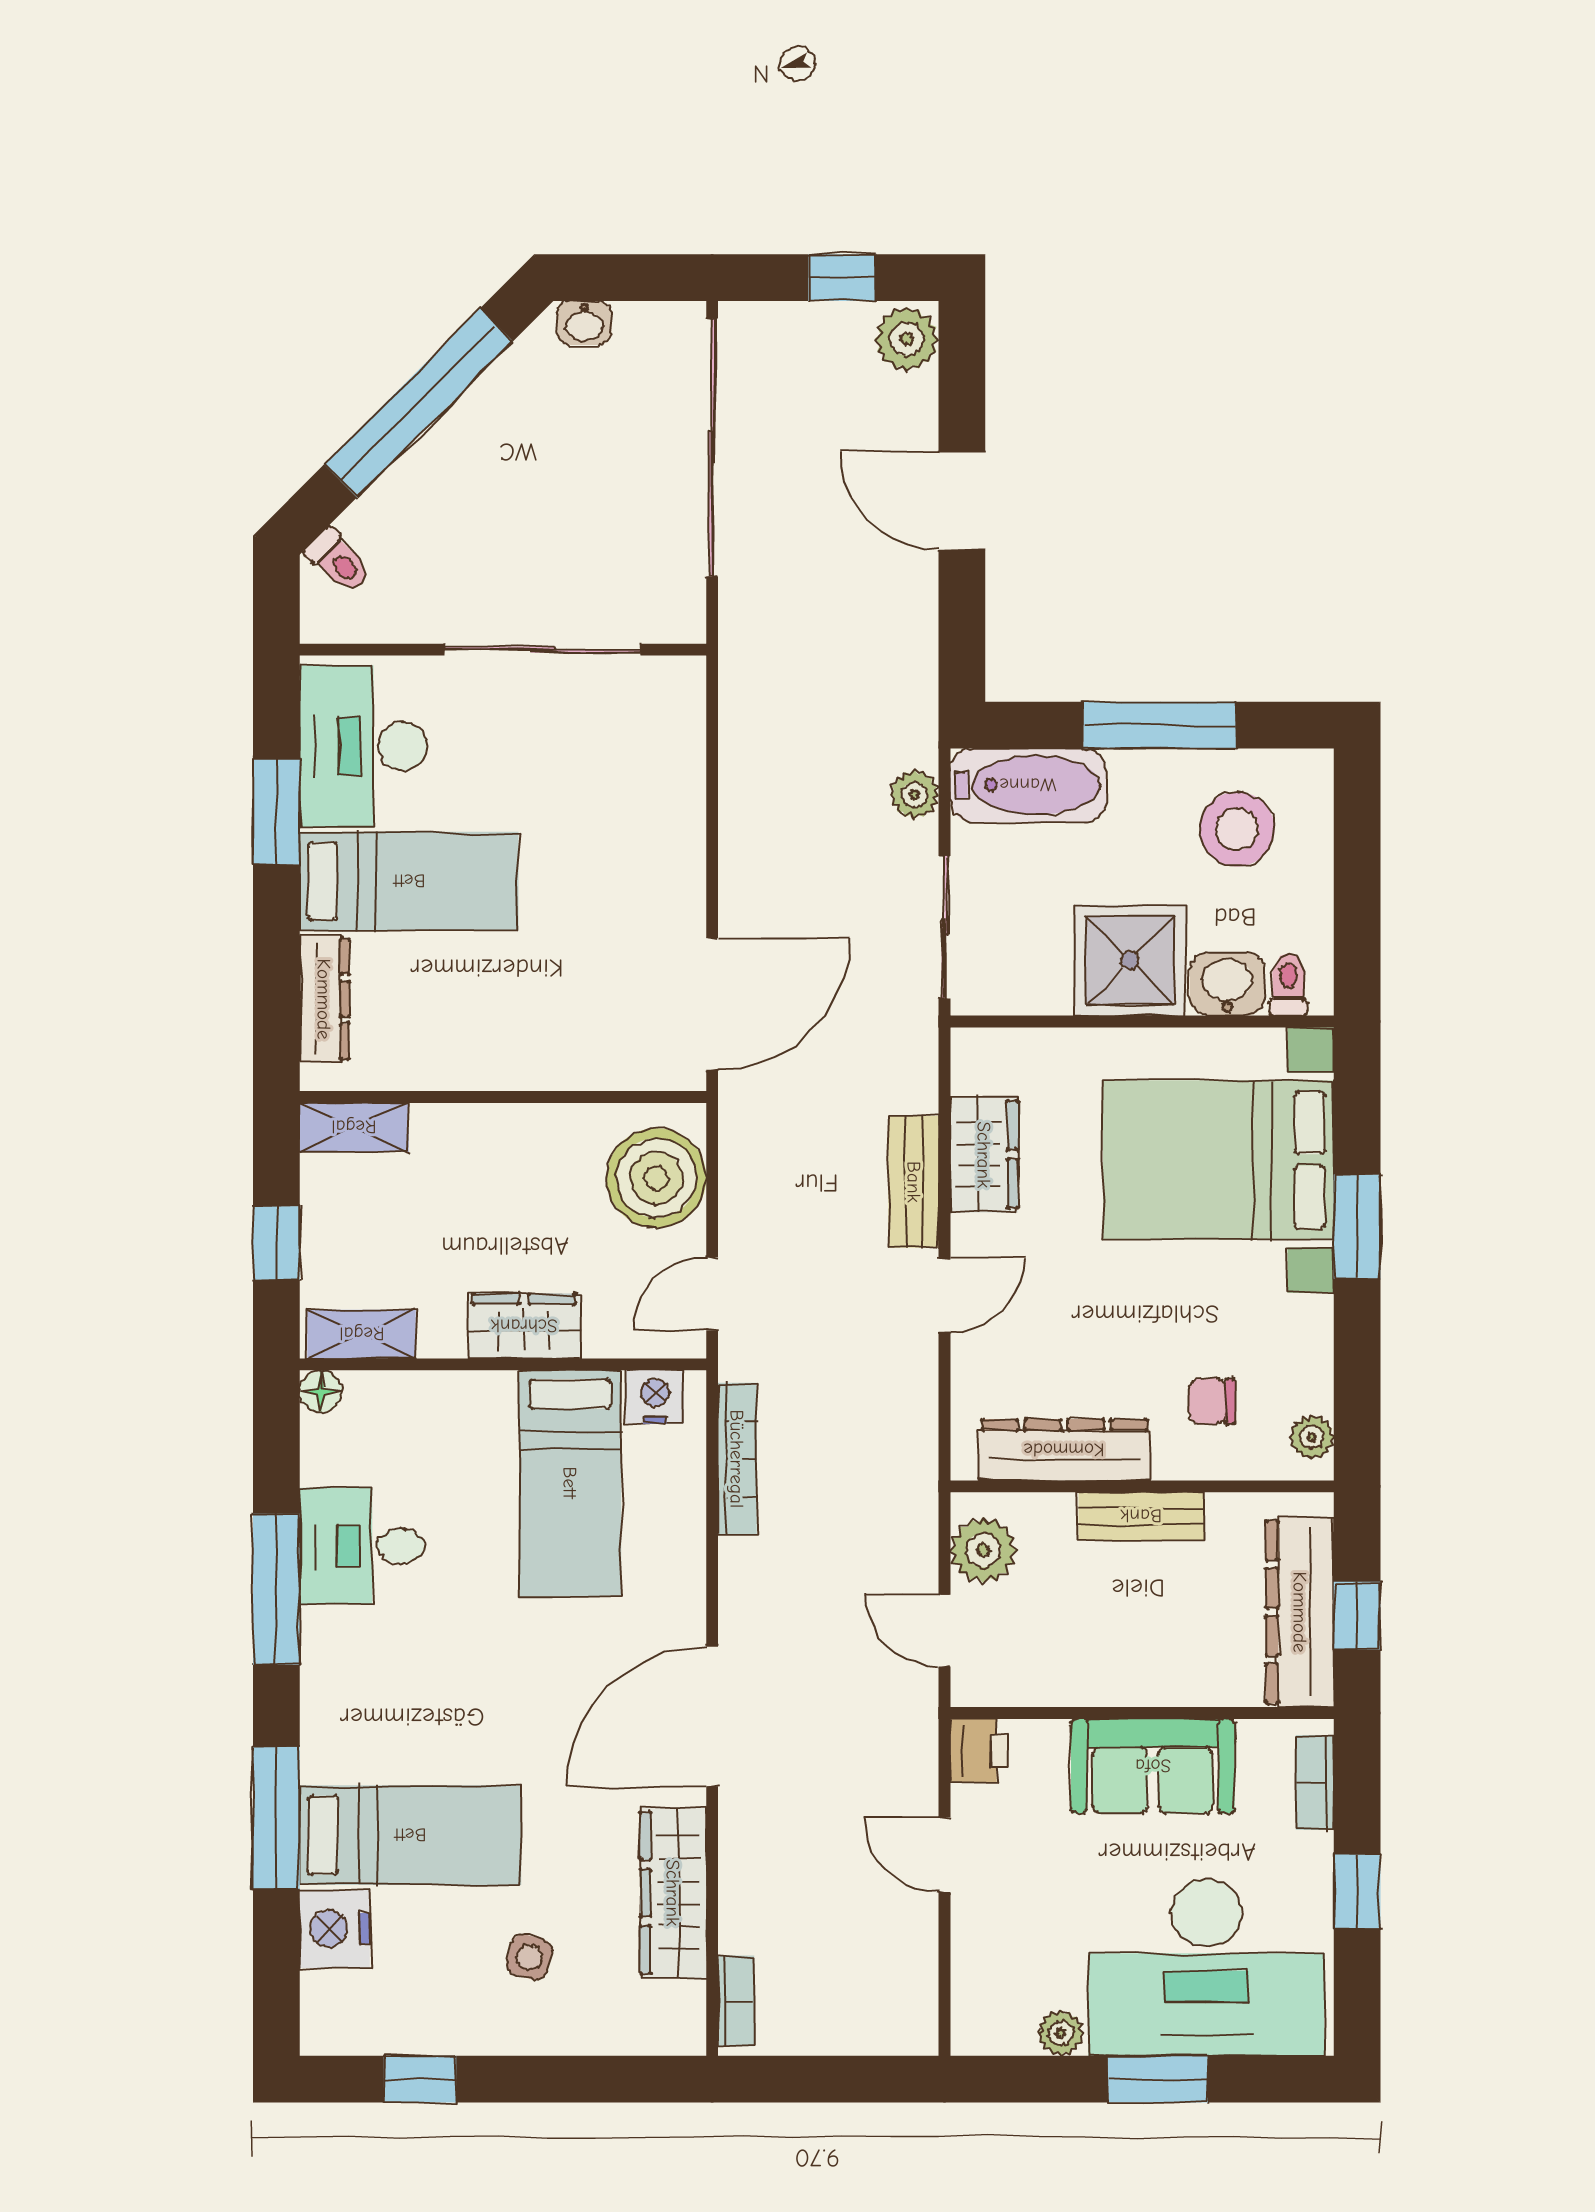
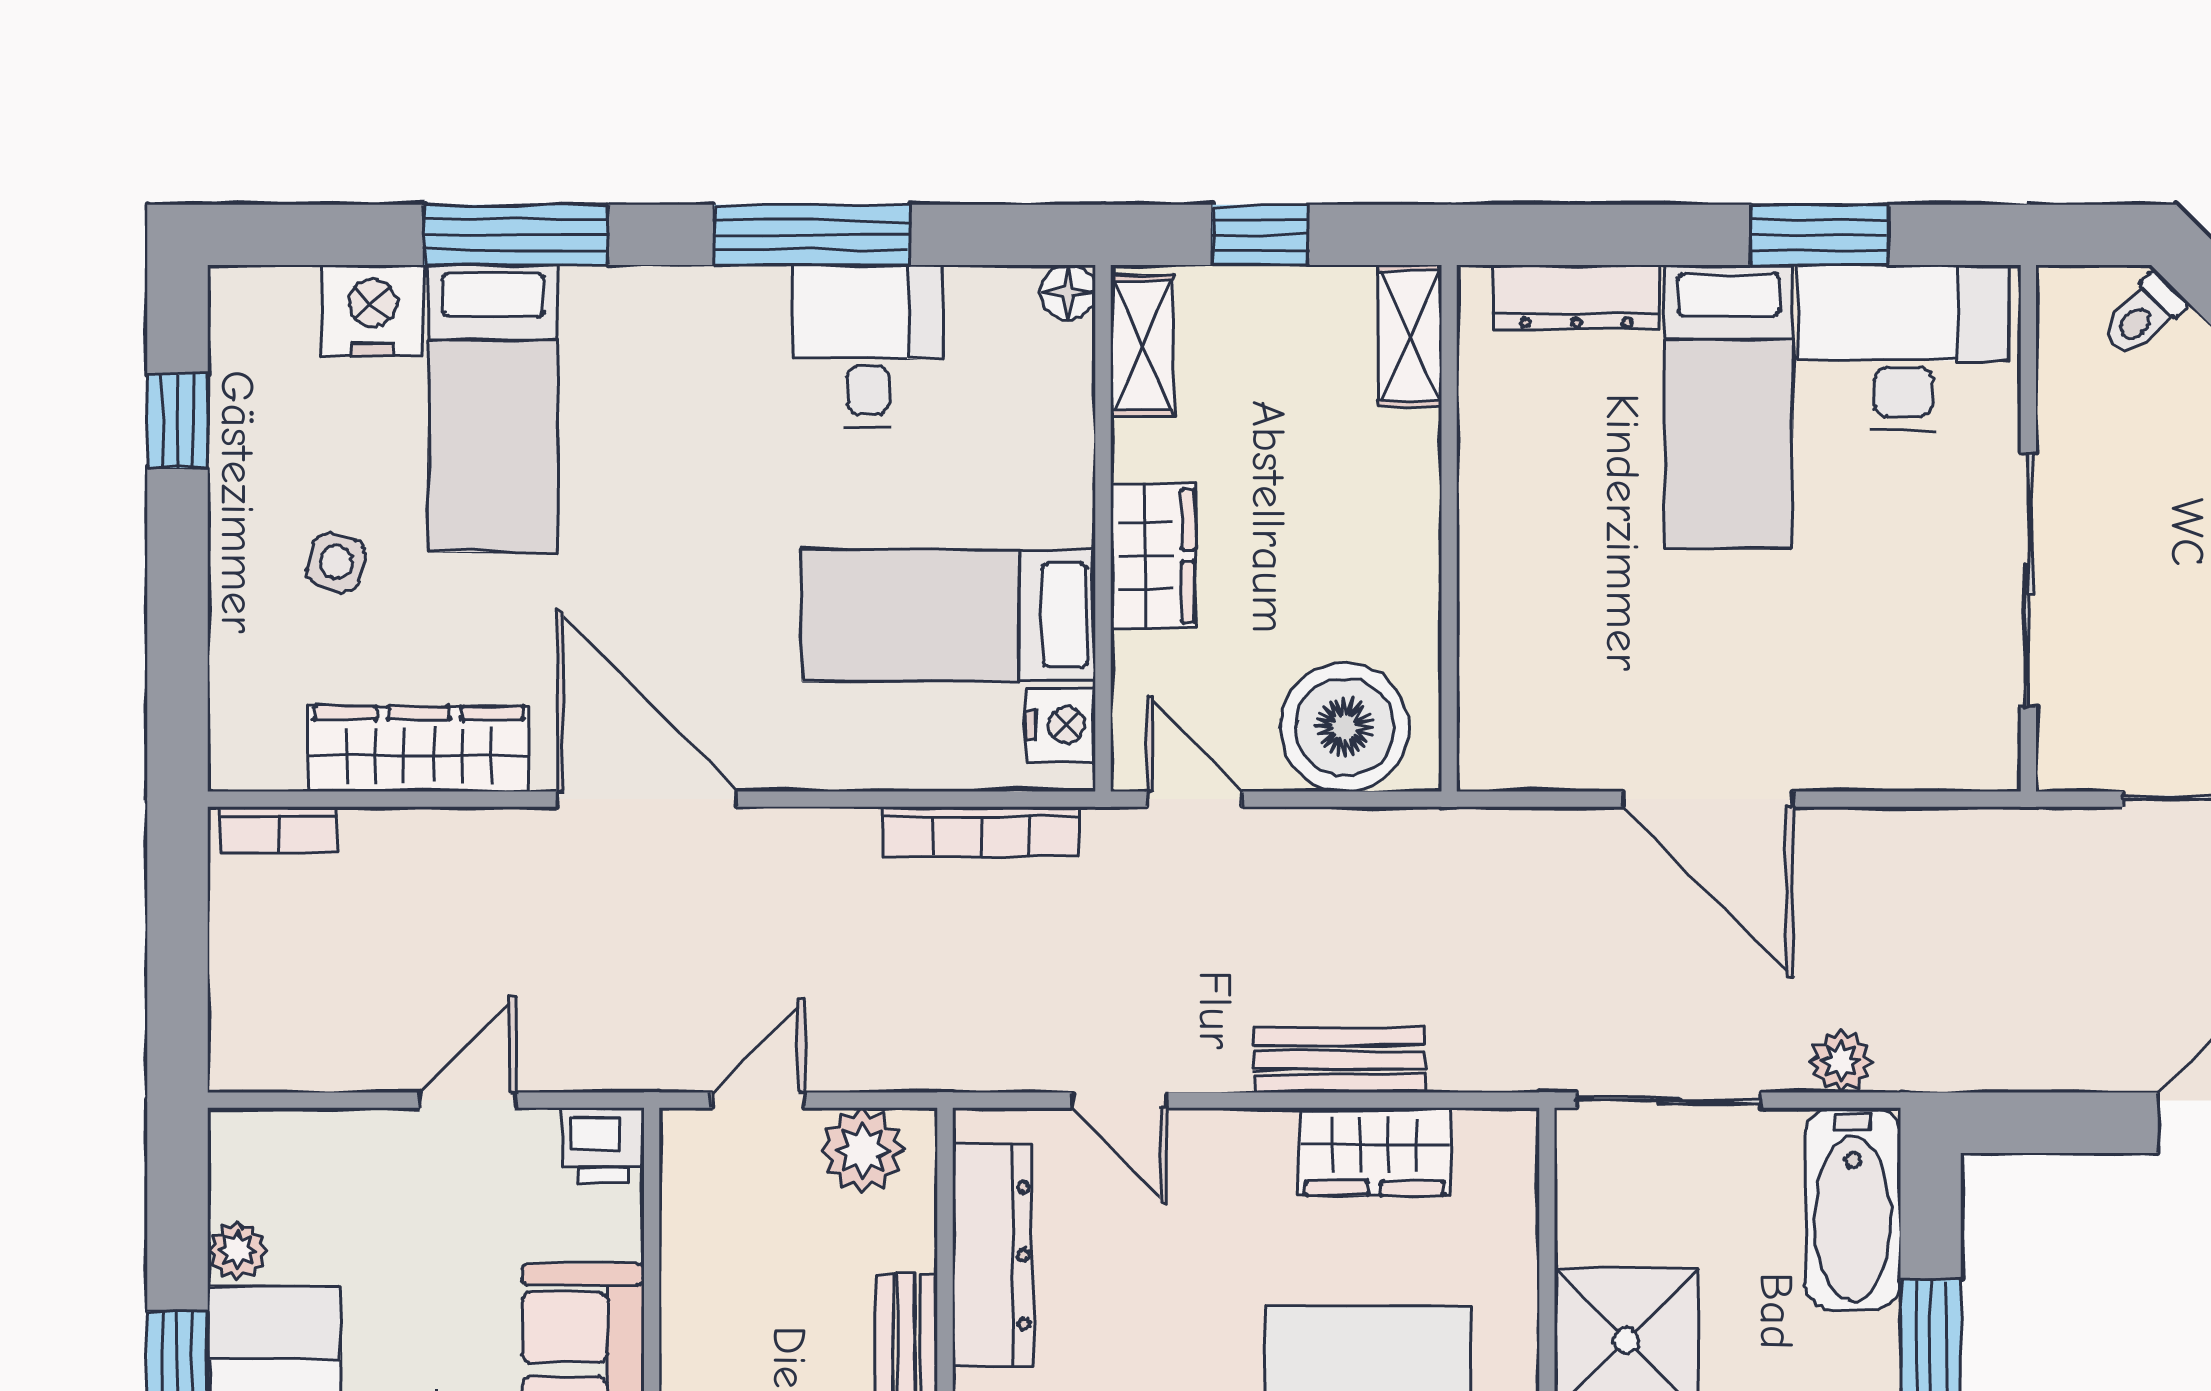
door: (712, 1004) -> (1708, 799), moved
door: (945, 1295) -> (1119, 1100), moved

